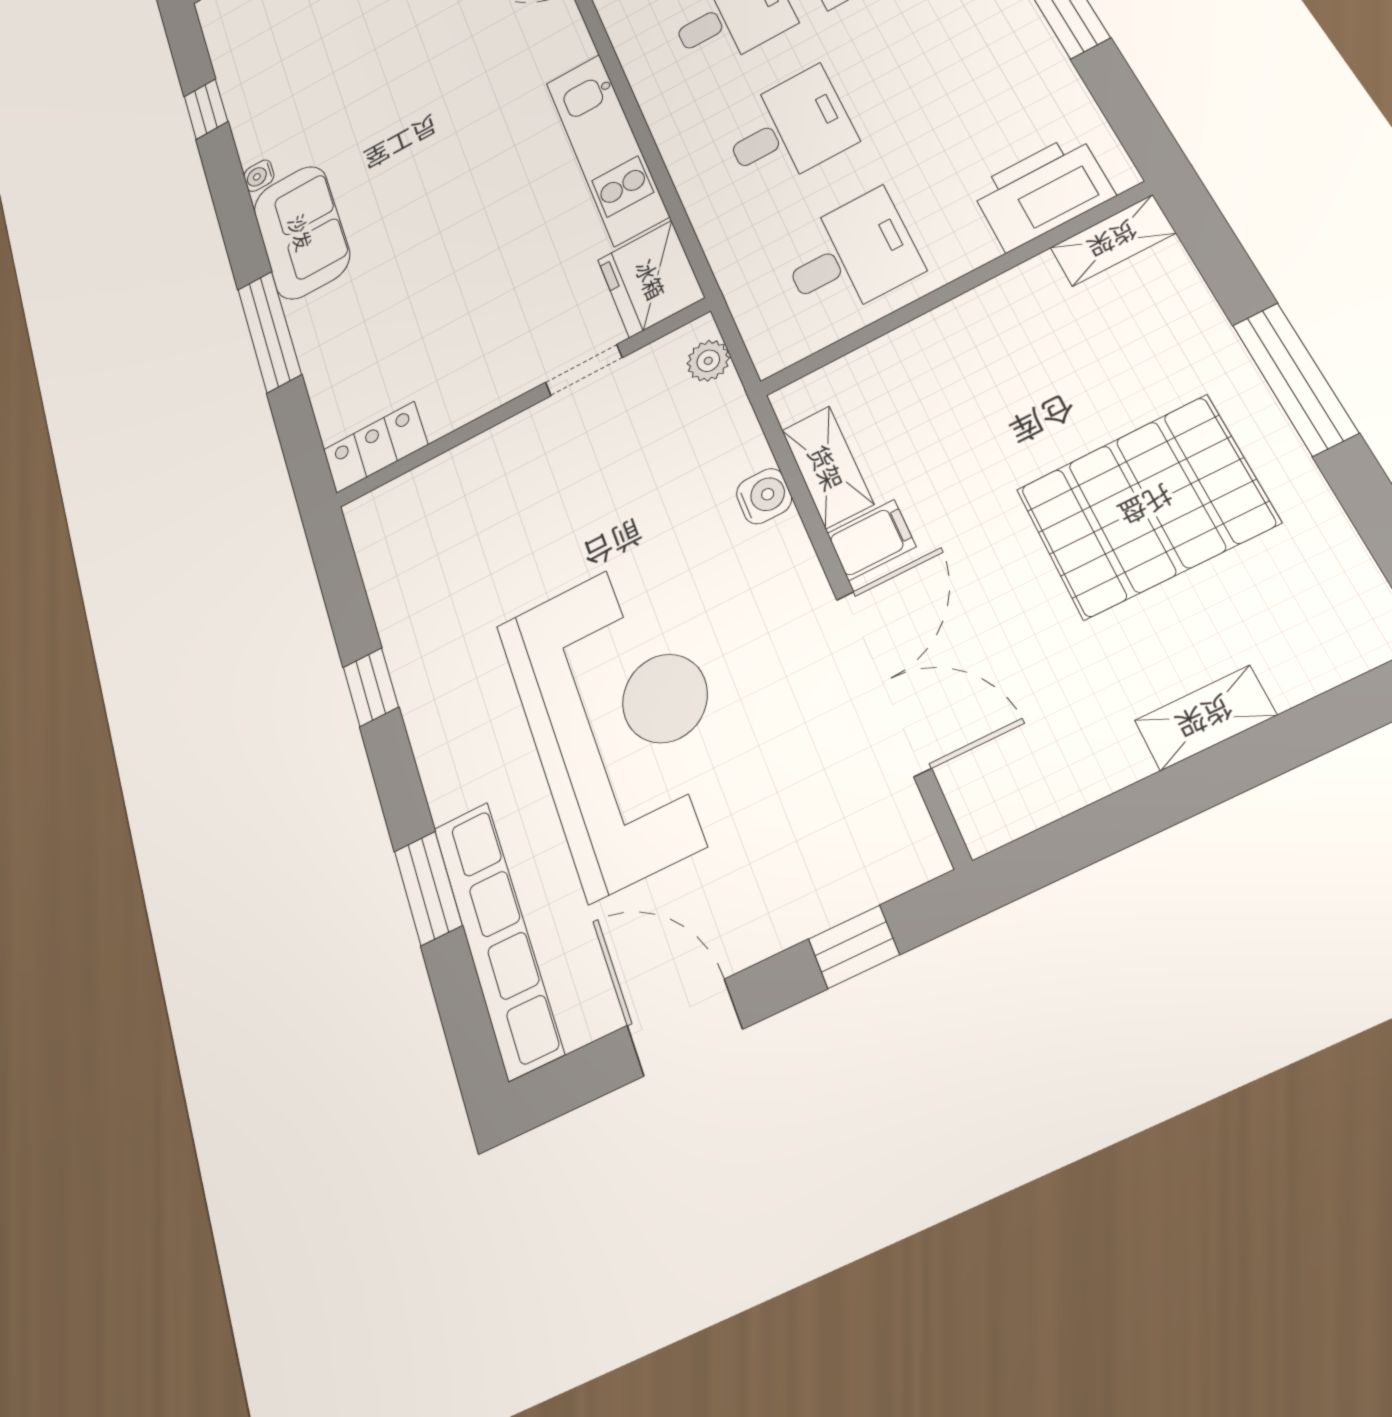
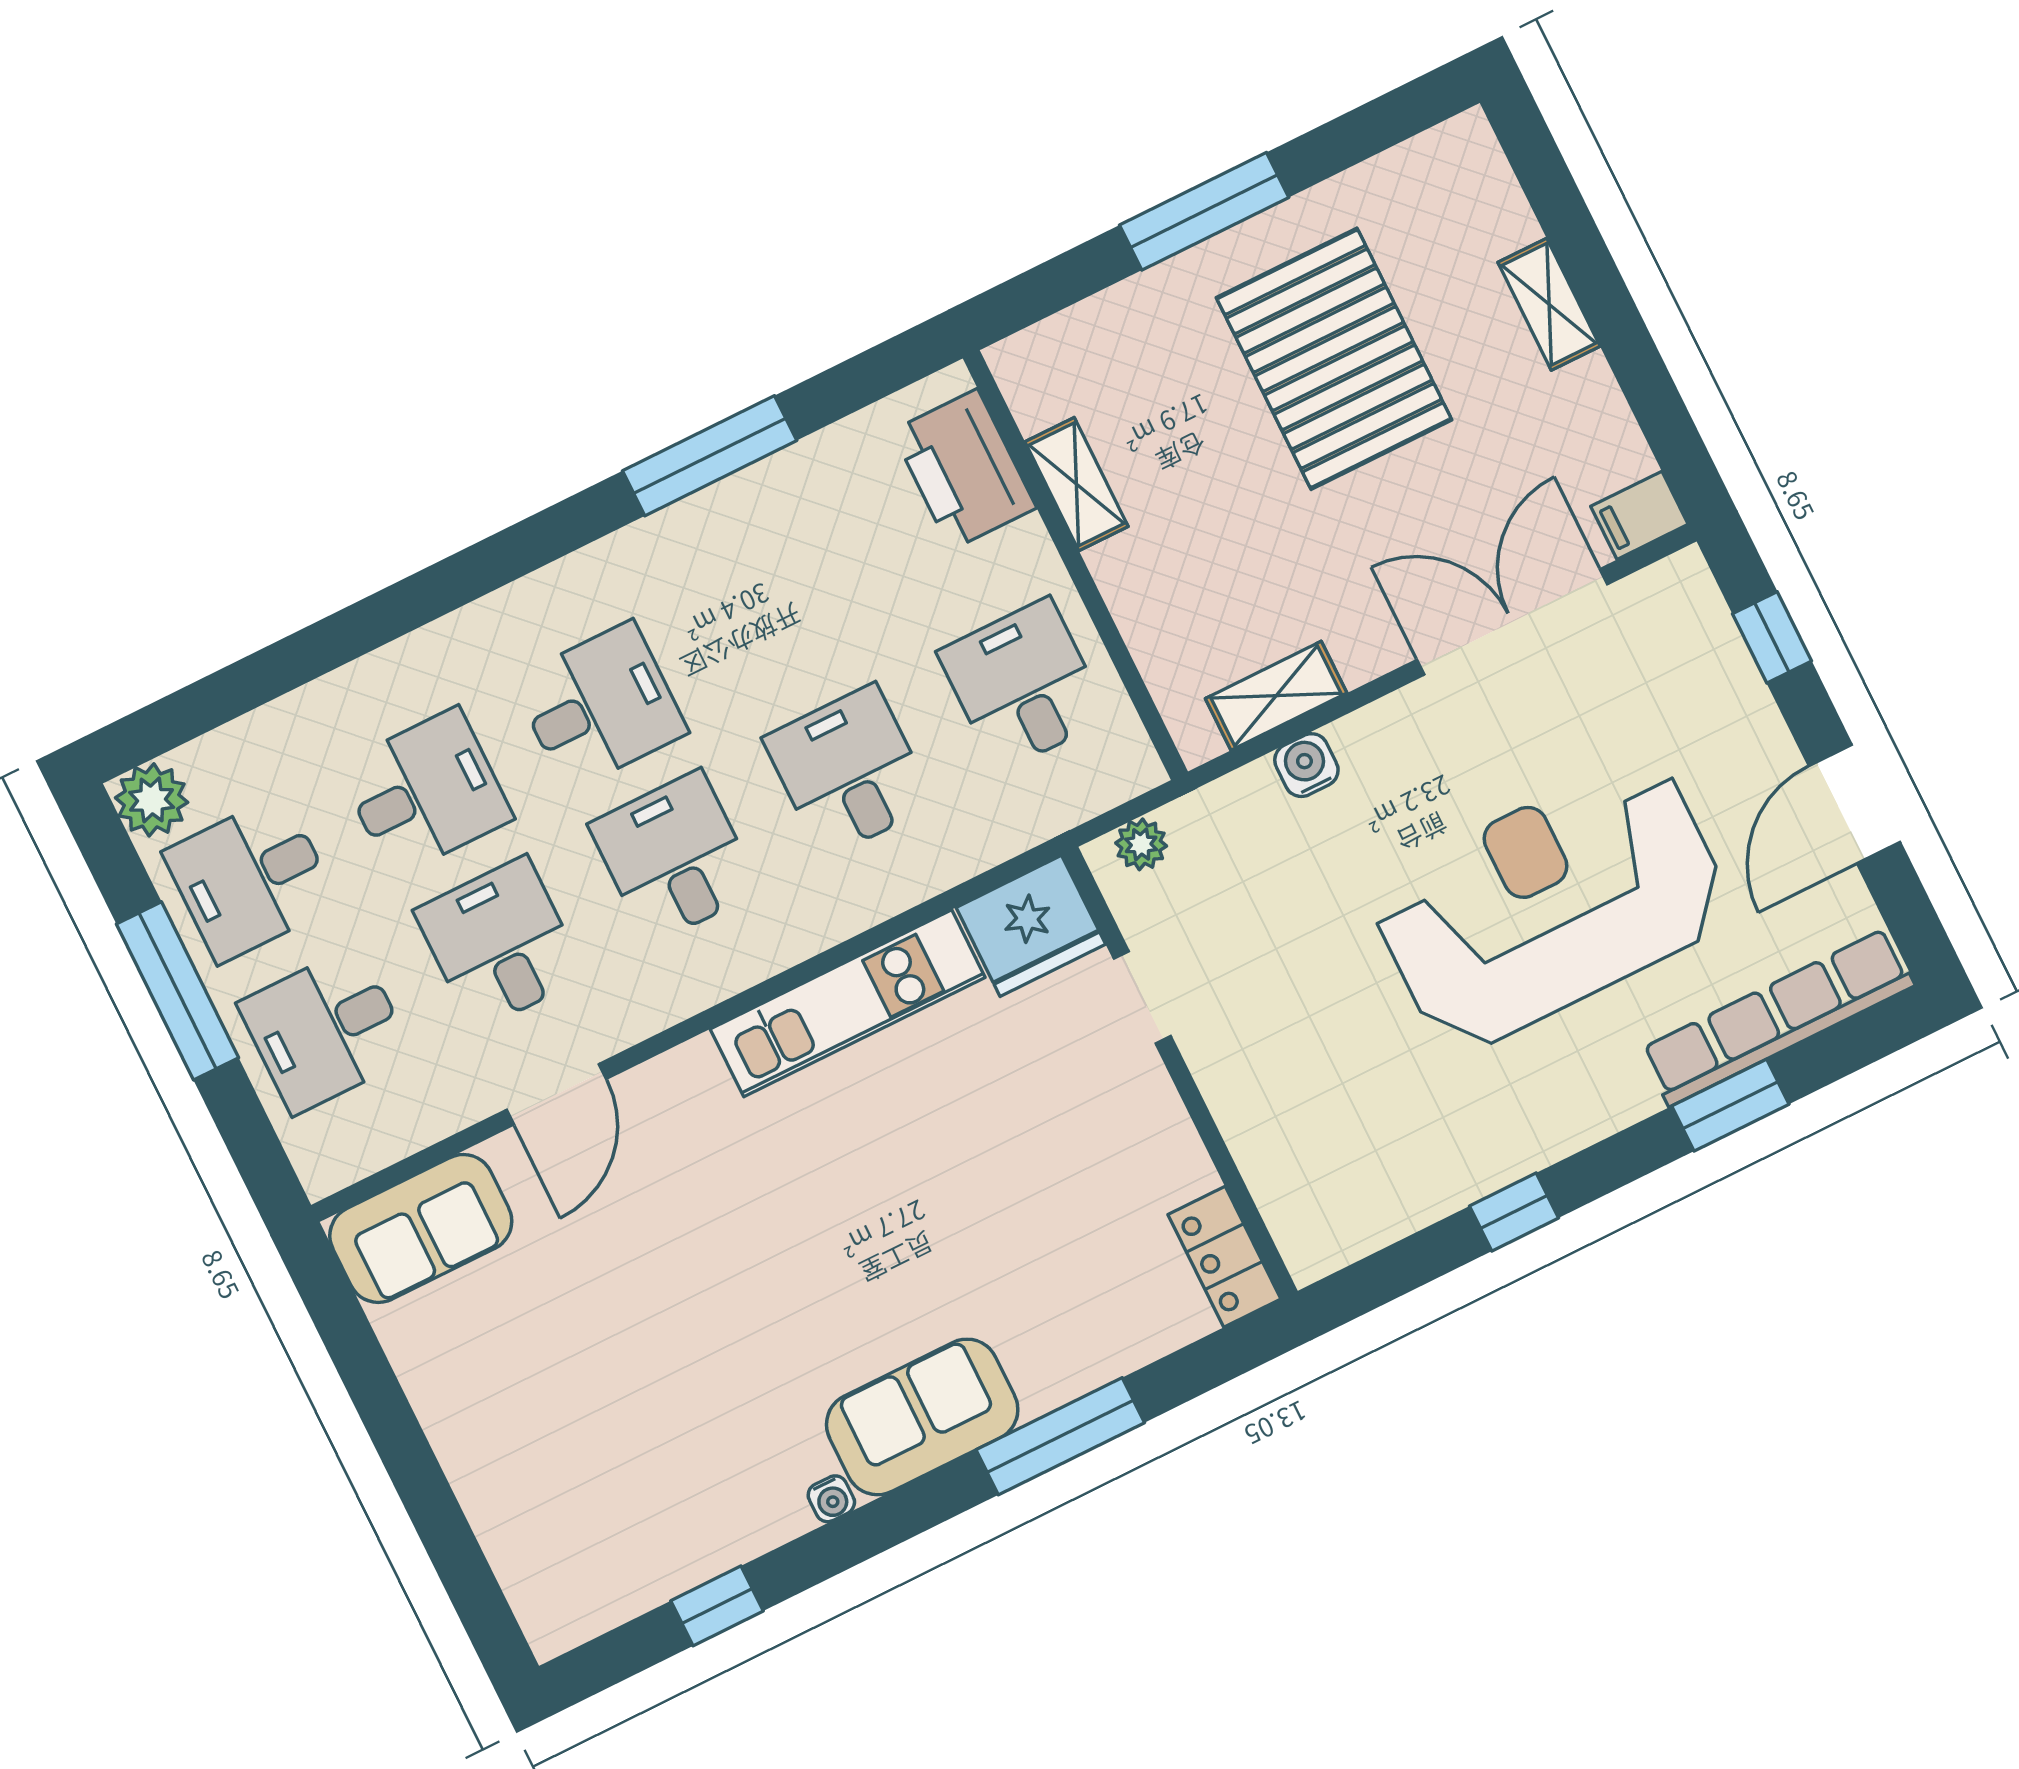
shelving: (1113, 240) -> (1077, 484), moved
filing cabinet: (871, 540) -> (1639, 515), moved, turned -90

